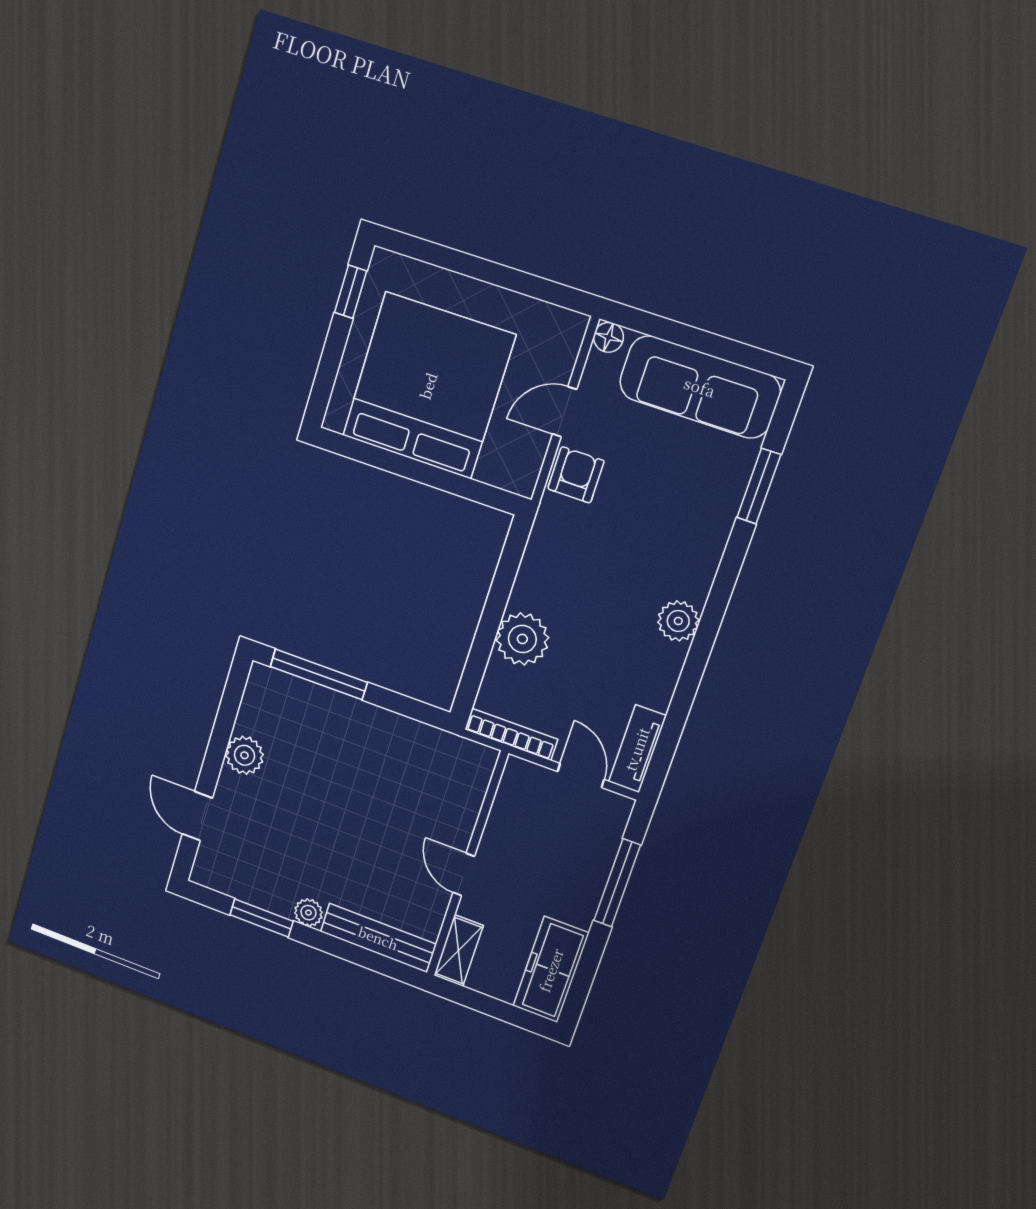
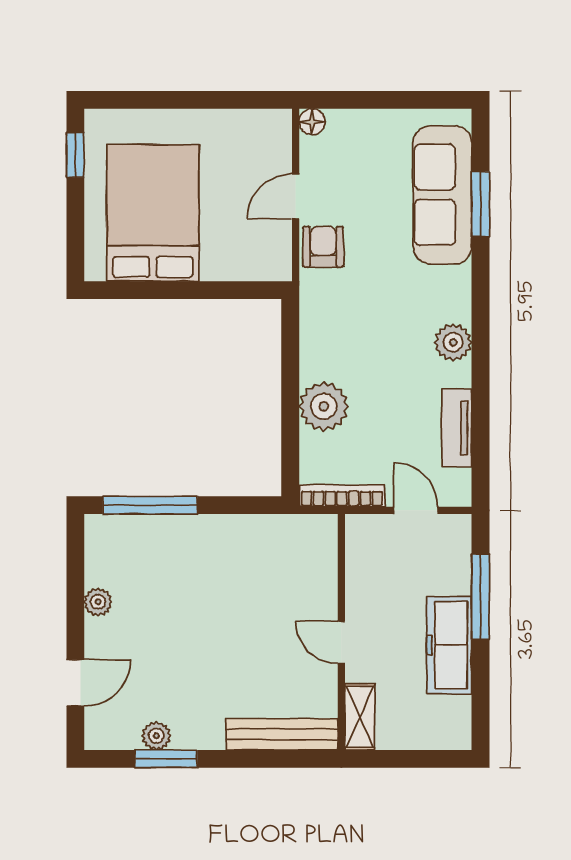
bed: (428, 386) -> (153, 213), width x0.73
sofa: (700, 387) -> (442, 195), moved, turned 90
tv unit: (637, 749) -> (457, 428), moved
plant: (245, 755) -> (98, 602), width x0.73, depth x0.73
door: (197, 816) -> (75, 683), swing flipped
plant: (308, 913) -> (156, 736), moved
freezer: (551, 970) -> (449, 645), moved

